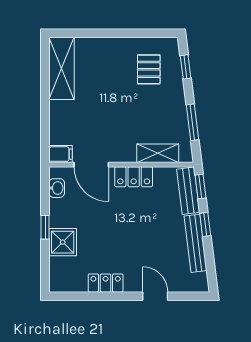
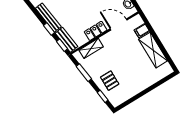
shelving: (61, 68) -> (153, 50), moved
pallet: (149, 69) -> (110, 81), moved
filing cabinet: (61, 154) -> (142, 31), moved

